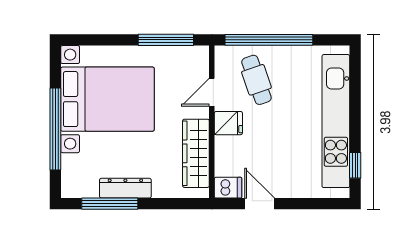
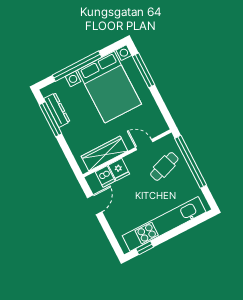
window: (166, 40) -> (144, 70), moved
fridge: (228, 123) -> (119, 170), moved
dresser: (125, 188) -> (57, 110), moved
dishwasher: (228, 188) -> (105, 176), moved

